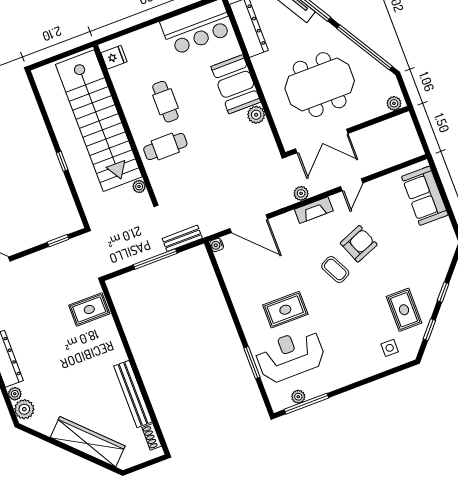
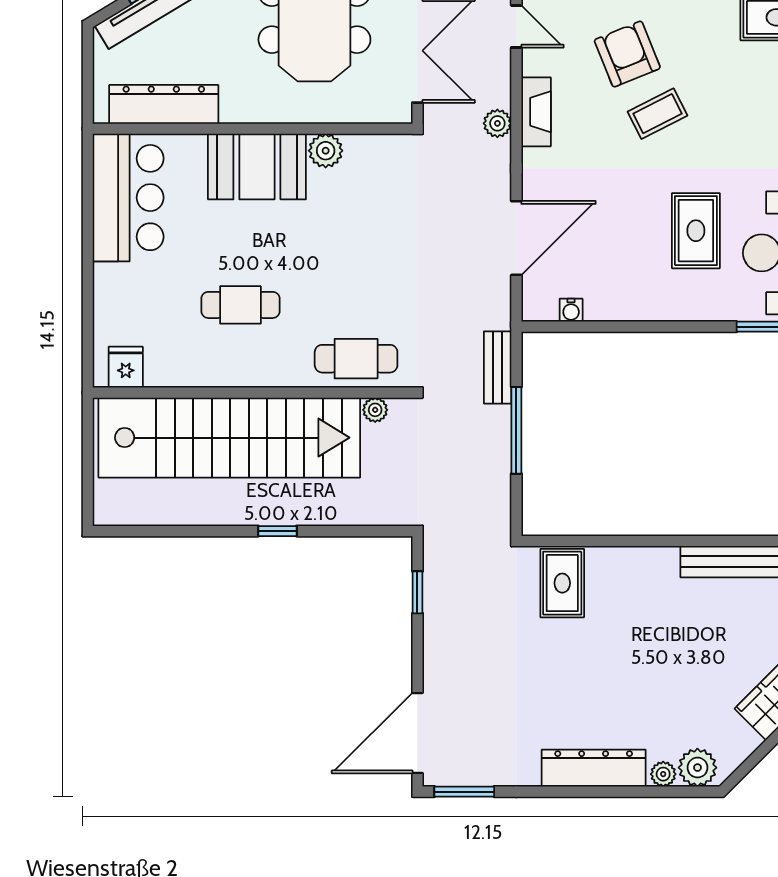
cafe table: (165, 147) -> (356, 359), moved, turned 90
water cooler: (217, 245) -> (571, 310), moved

